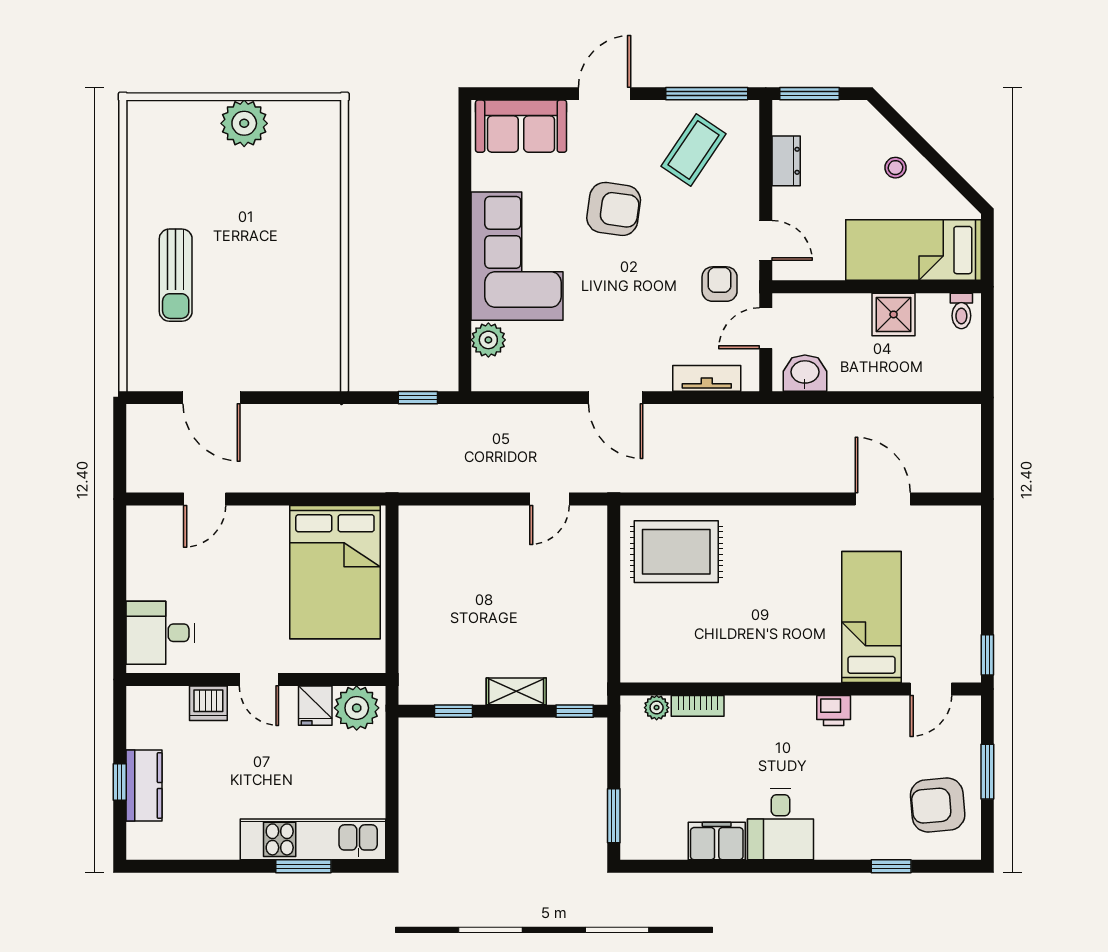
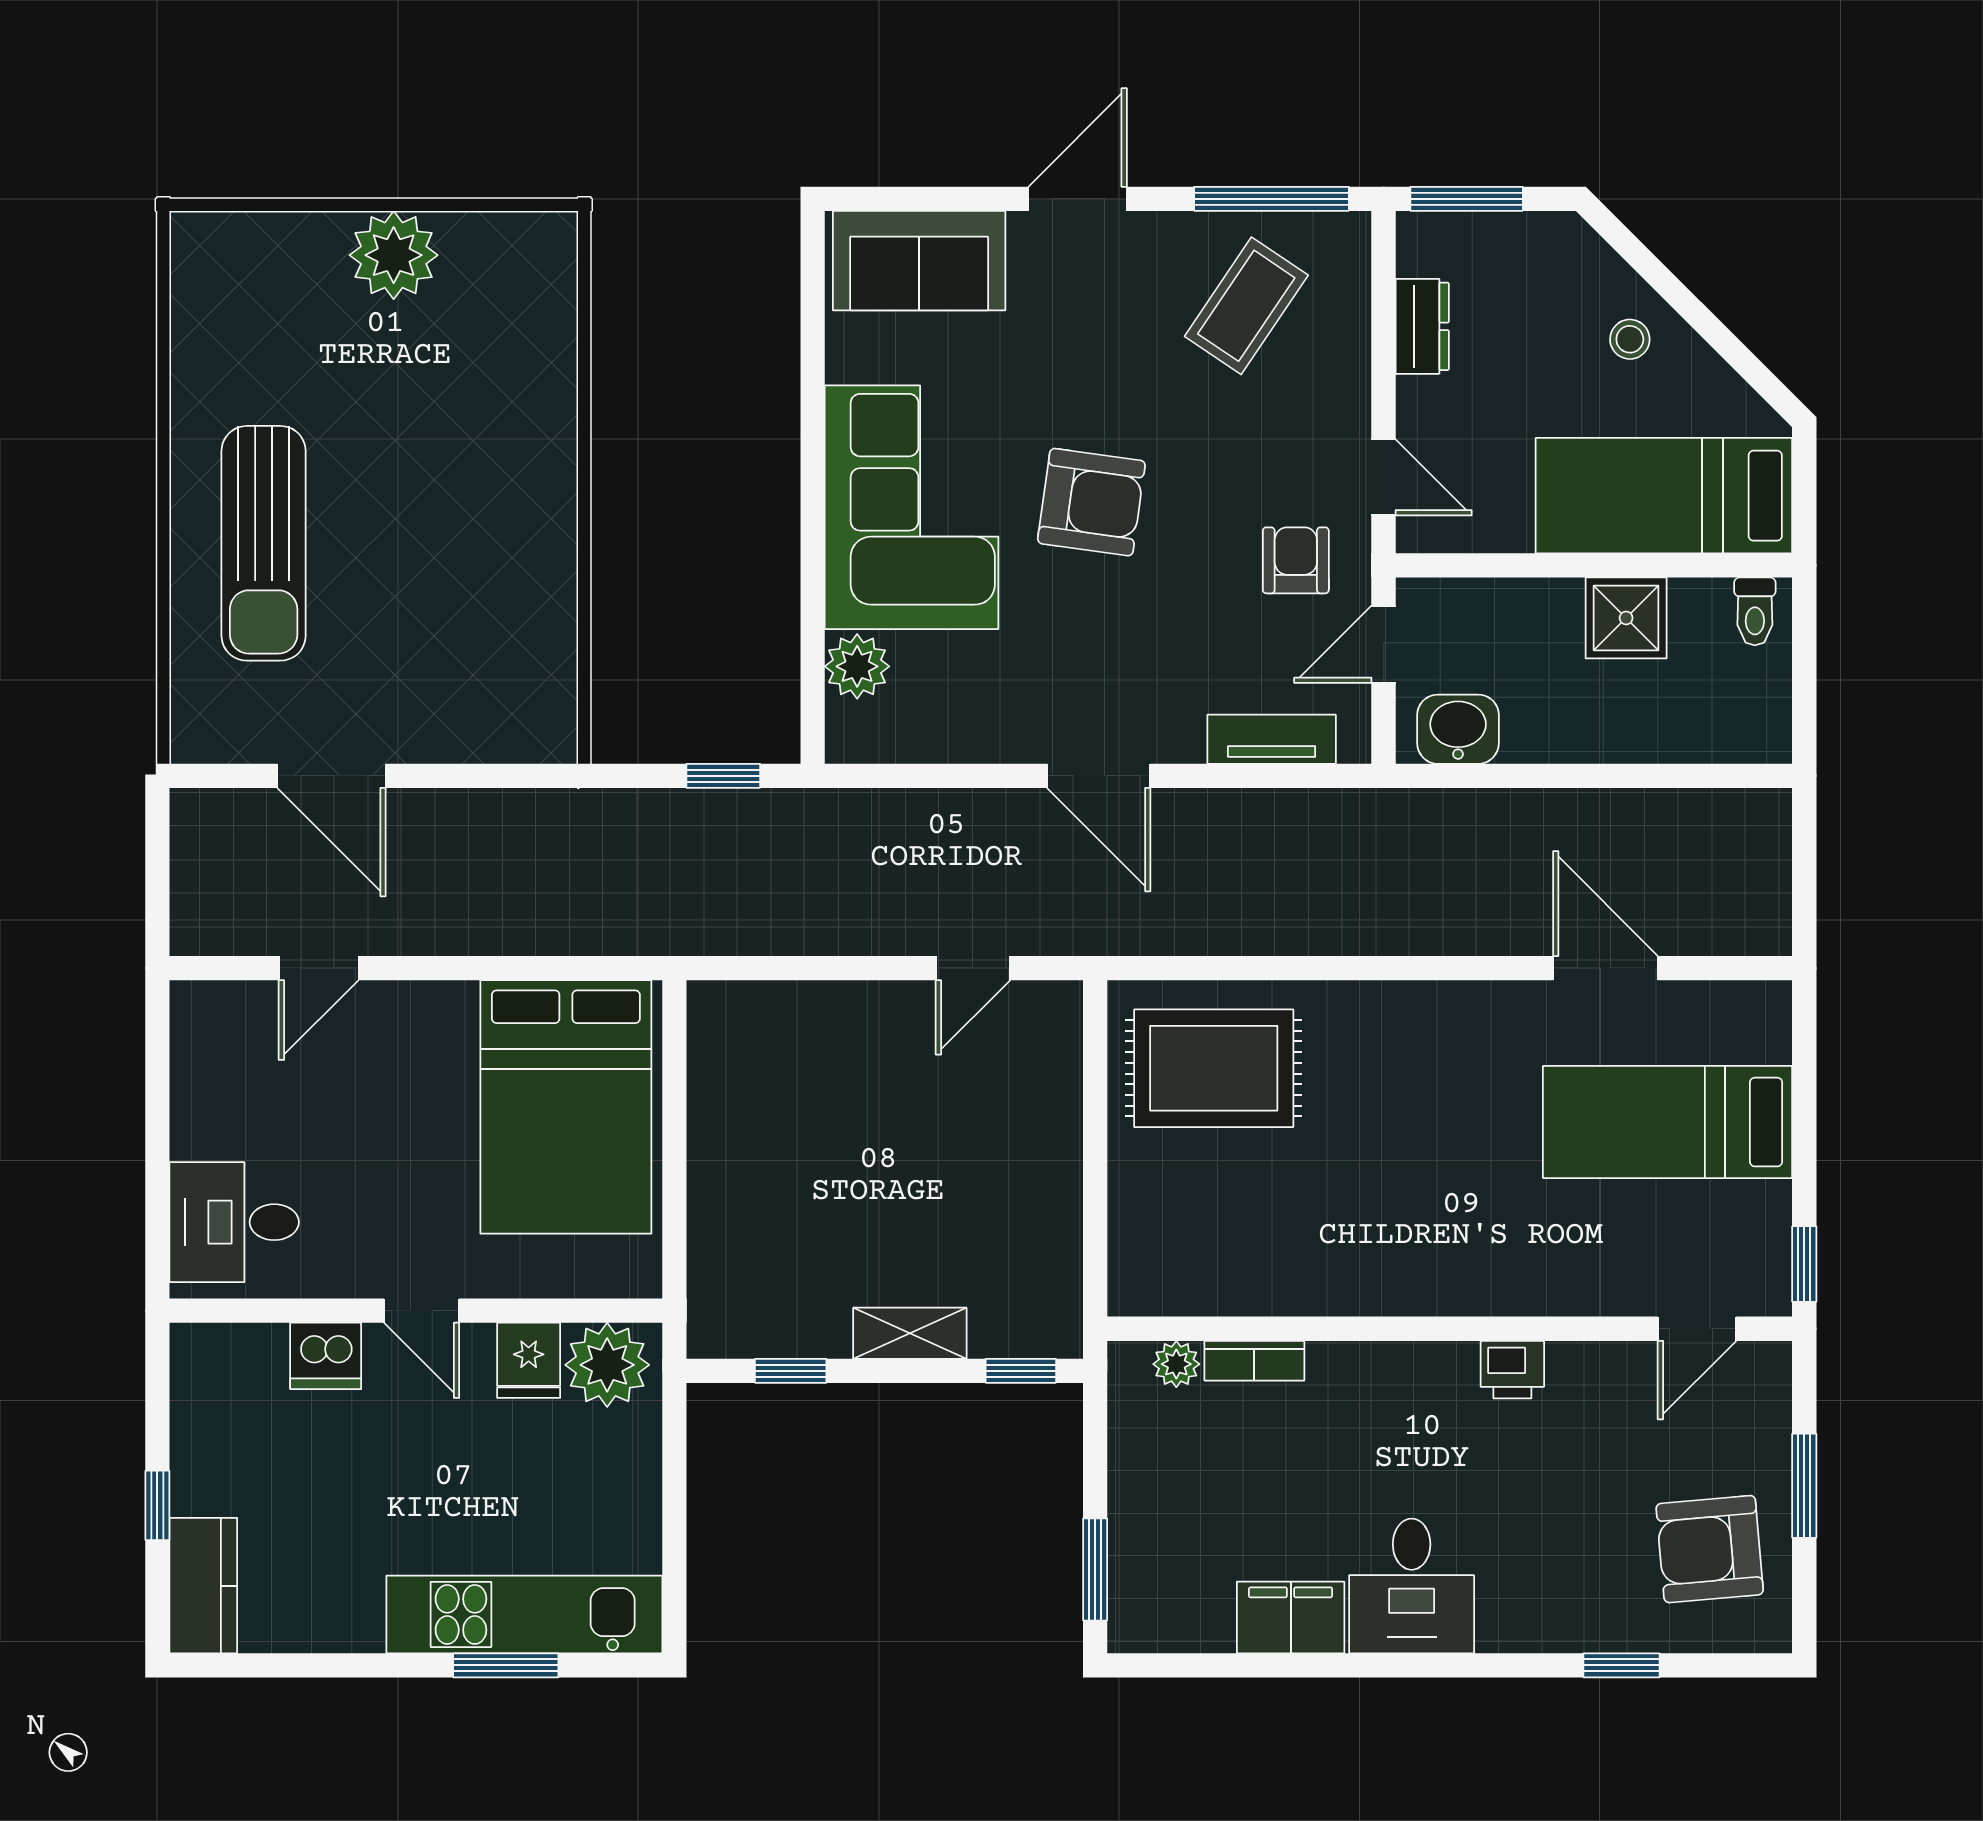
armchair: (614, 209) -> (1091, 502), moved
sun lounger: (176, 275) -> (264, 543), width x1.36, depth x1.34
bed: (872, 617) -> (1668, 1122), moved, turned -90
kitchen counter: (144, 785) -> (203, 1586), moved

